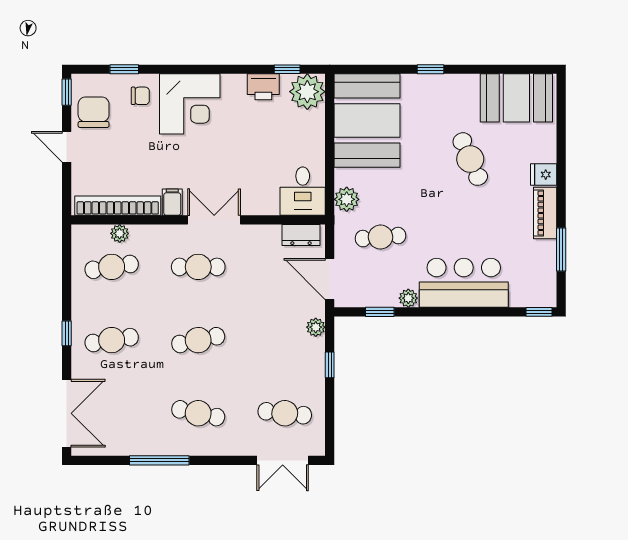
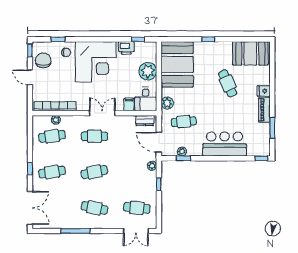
plant: (307, 92) -> (148, 71), moved
corner desk: (190, 104) -> (96, 62), width x1.36, depth x1.36
filing cabinet: (172, 202) -> (129, 104), moved
plant: (408, 298) -> (182, 152), moved

